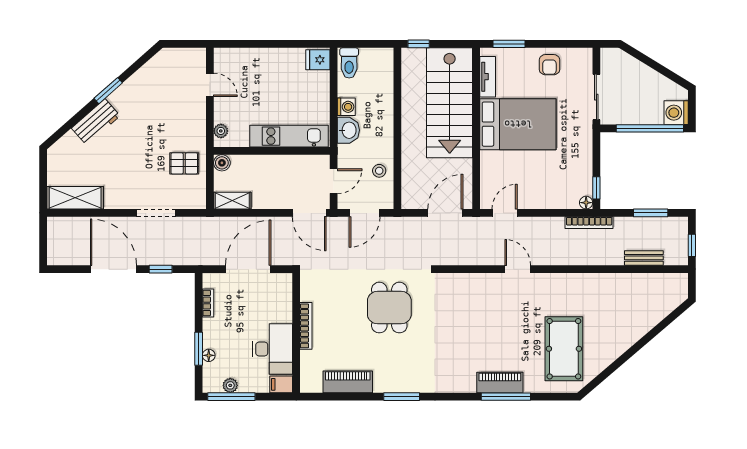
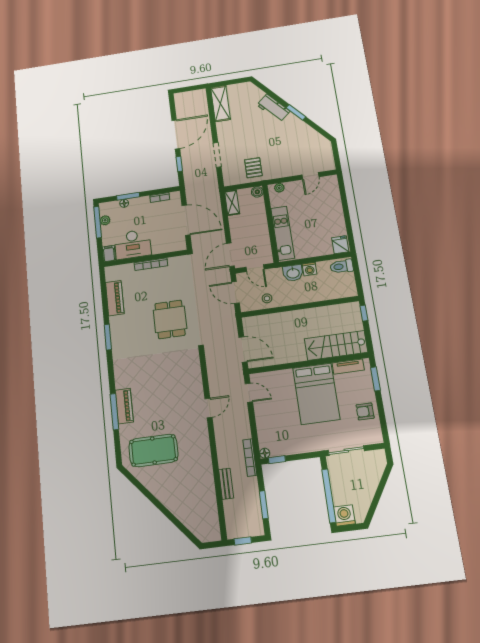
stairs: (450, 103) -> (336, 345), width x0.73, depth x0.66
bench: (644, 258) -> (226, 484), moved
dining table: (389, 308) -> (170, 319), turned 90

